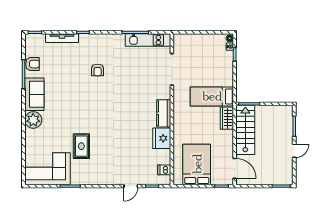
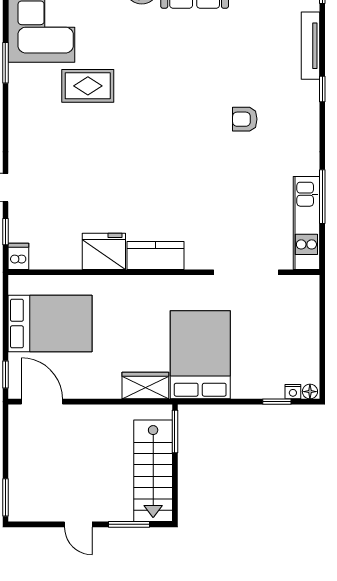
bed: (212, 96) -> (200, 355), width x1.50
stairs: (245, 130) -> (153, 471), moved, turned 90
door: (235, 168) -> (42, 402), swing flipped
dishwasher: (164, 170) -> (18, 256), moved

